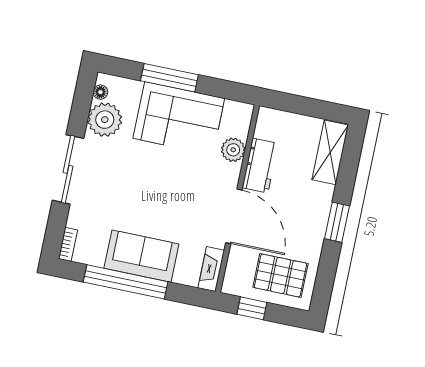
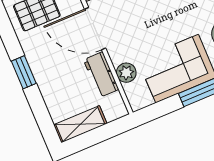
shelving: (330, 152) -> (80, 124), moved, turned 90

